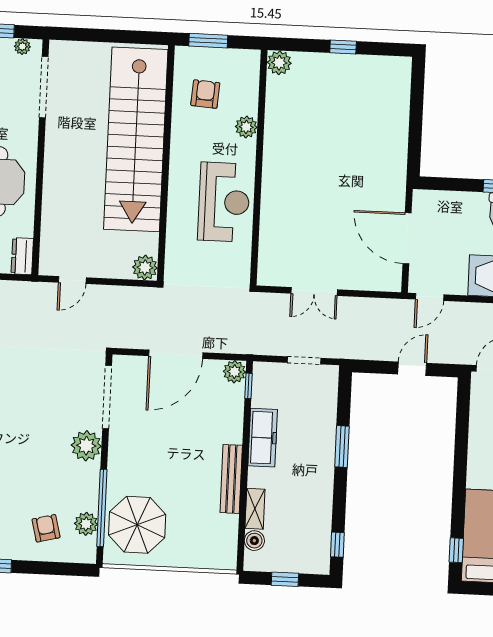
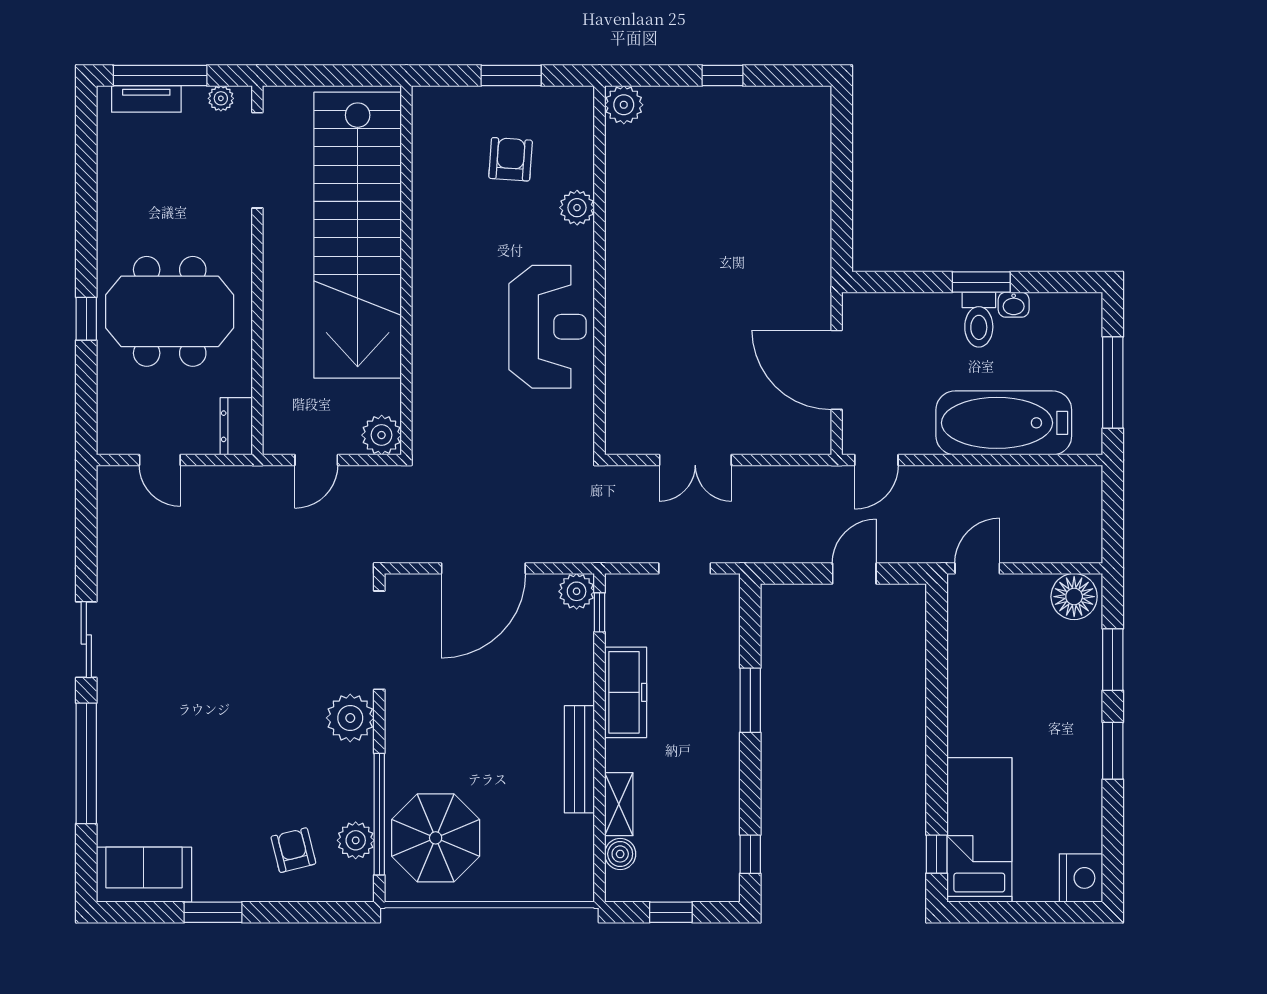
stairs: (136, 139) -> (358, 235), moved
wall: (166, 163) -> (406, 270), moved
plant: (145, 268) -> (382, 435), moved

